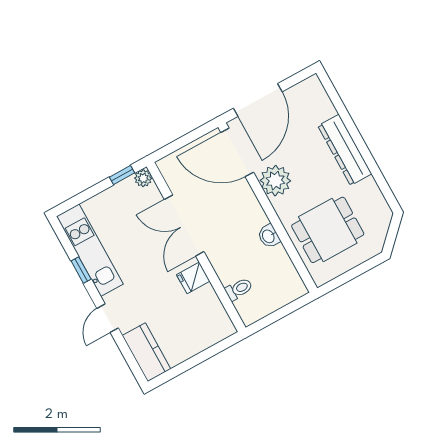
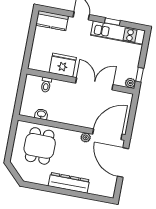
plant: (275, 181) -> (86, 137), width x0.53, depth x0.53
washbasin: (269, 236) -> (41, 114), moved
fridge: (193, 278) -> (63, 65), width x1.88, depth x1.34

